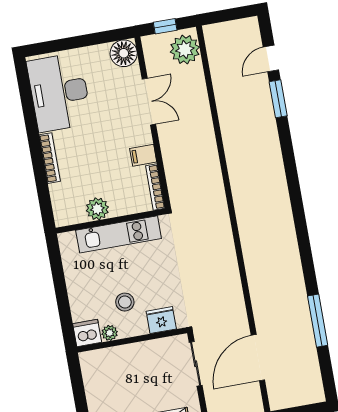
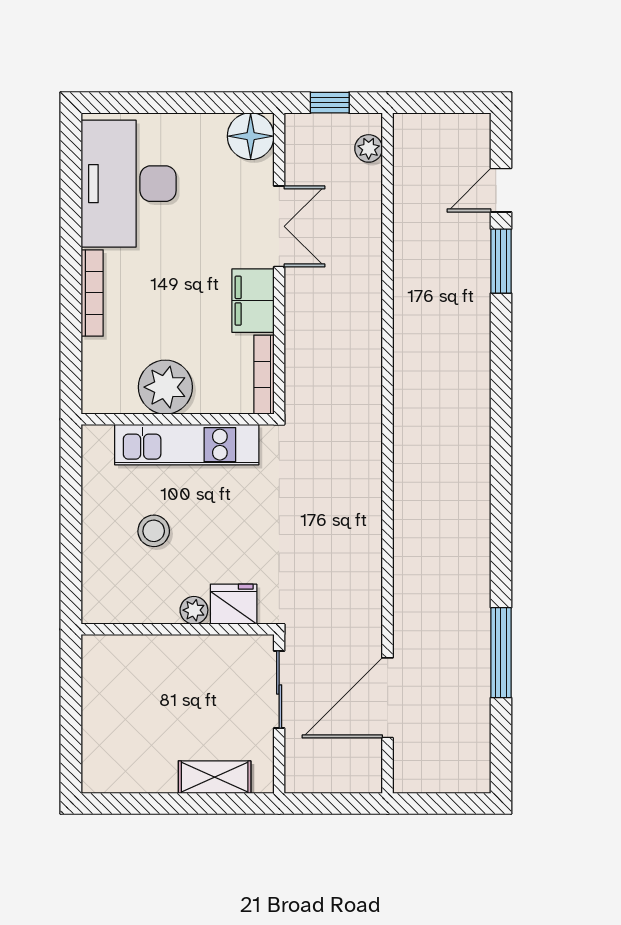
plant: (185, 50) -> (369, 148), width x0.53, depth x0.53
filing cabinet: (143, 155) -> (253, 301), width x2.00
plant: (97, 209) -> (165, 387), width x1.36, depth x1.36
stool: (125, 302) -> (154, 531), moved
dishwasher: (87, 333) -> (103, 604), removed
plant: (110, 333) -> (194, 610), moved

